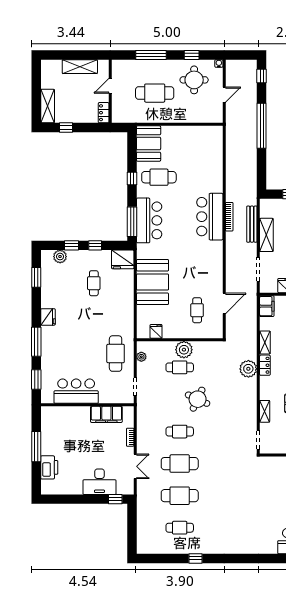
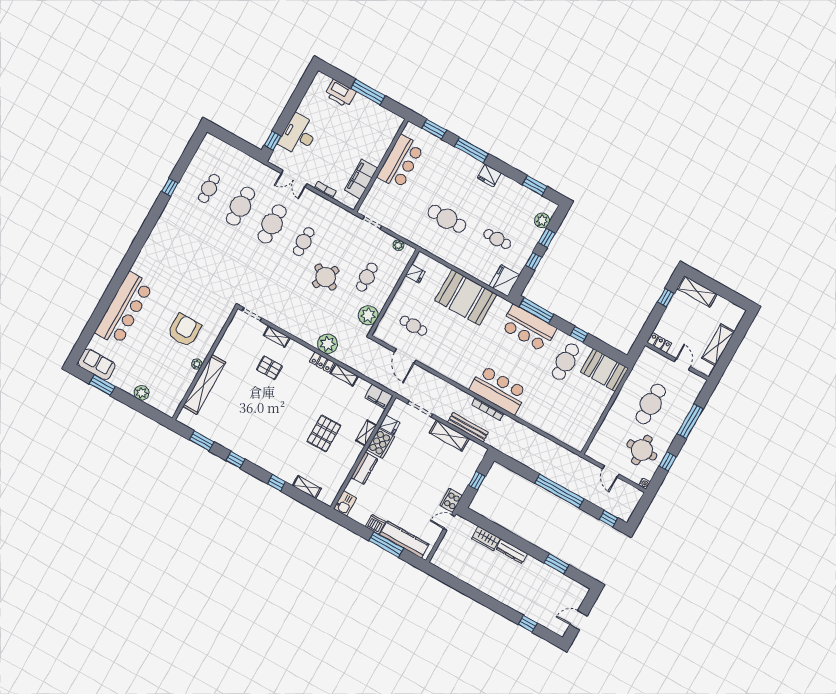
plant: (184, 350) -> (368, 315), moved
cafe table: (116, 354) -> (447, 219), moved

